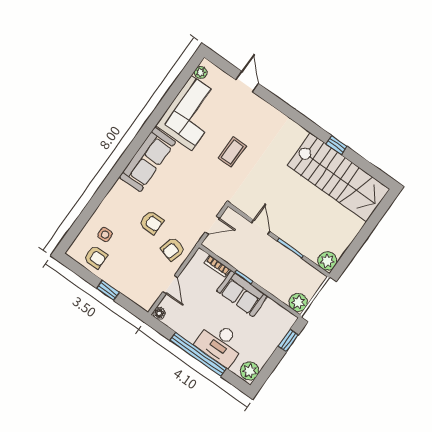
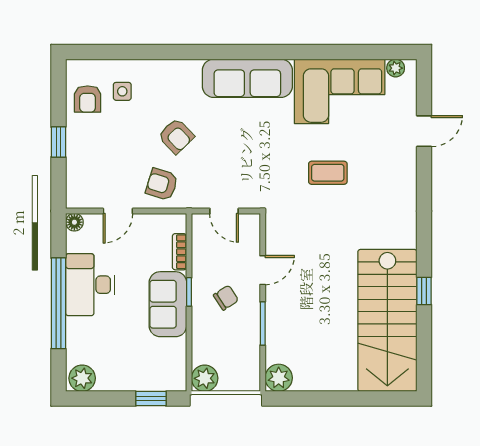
armchair: (151, 222) -> (176, 136), turned -44
chair: (262, 259) -> (226, 298), added
desk: (220, 344) -> (90, 285), moved

